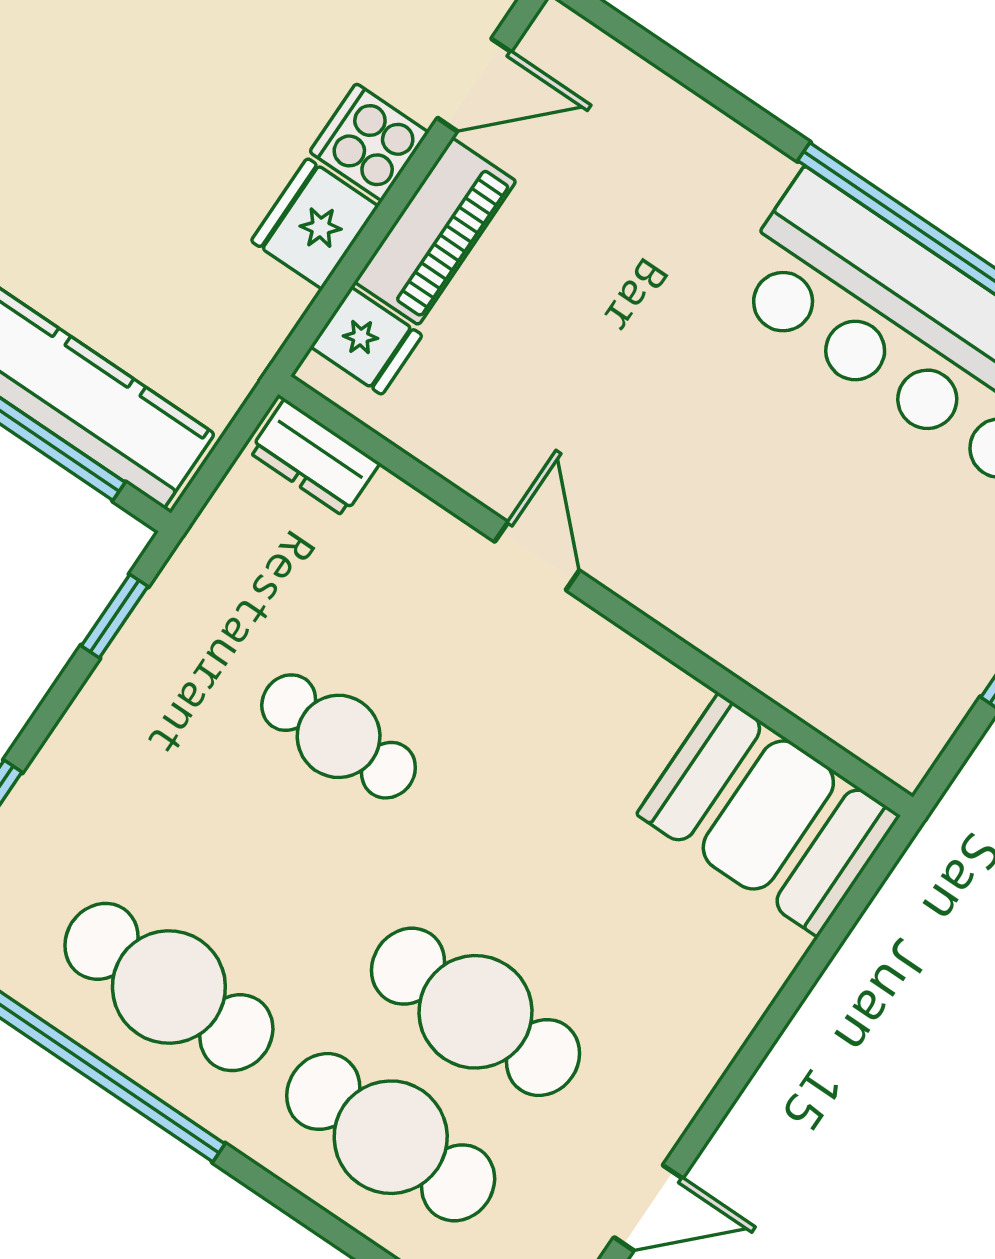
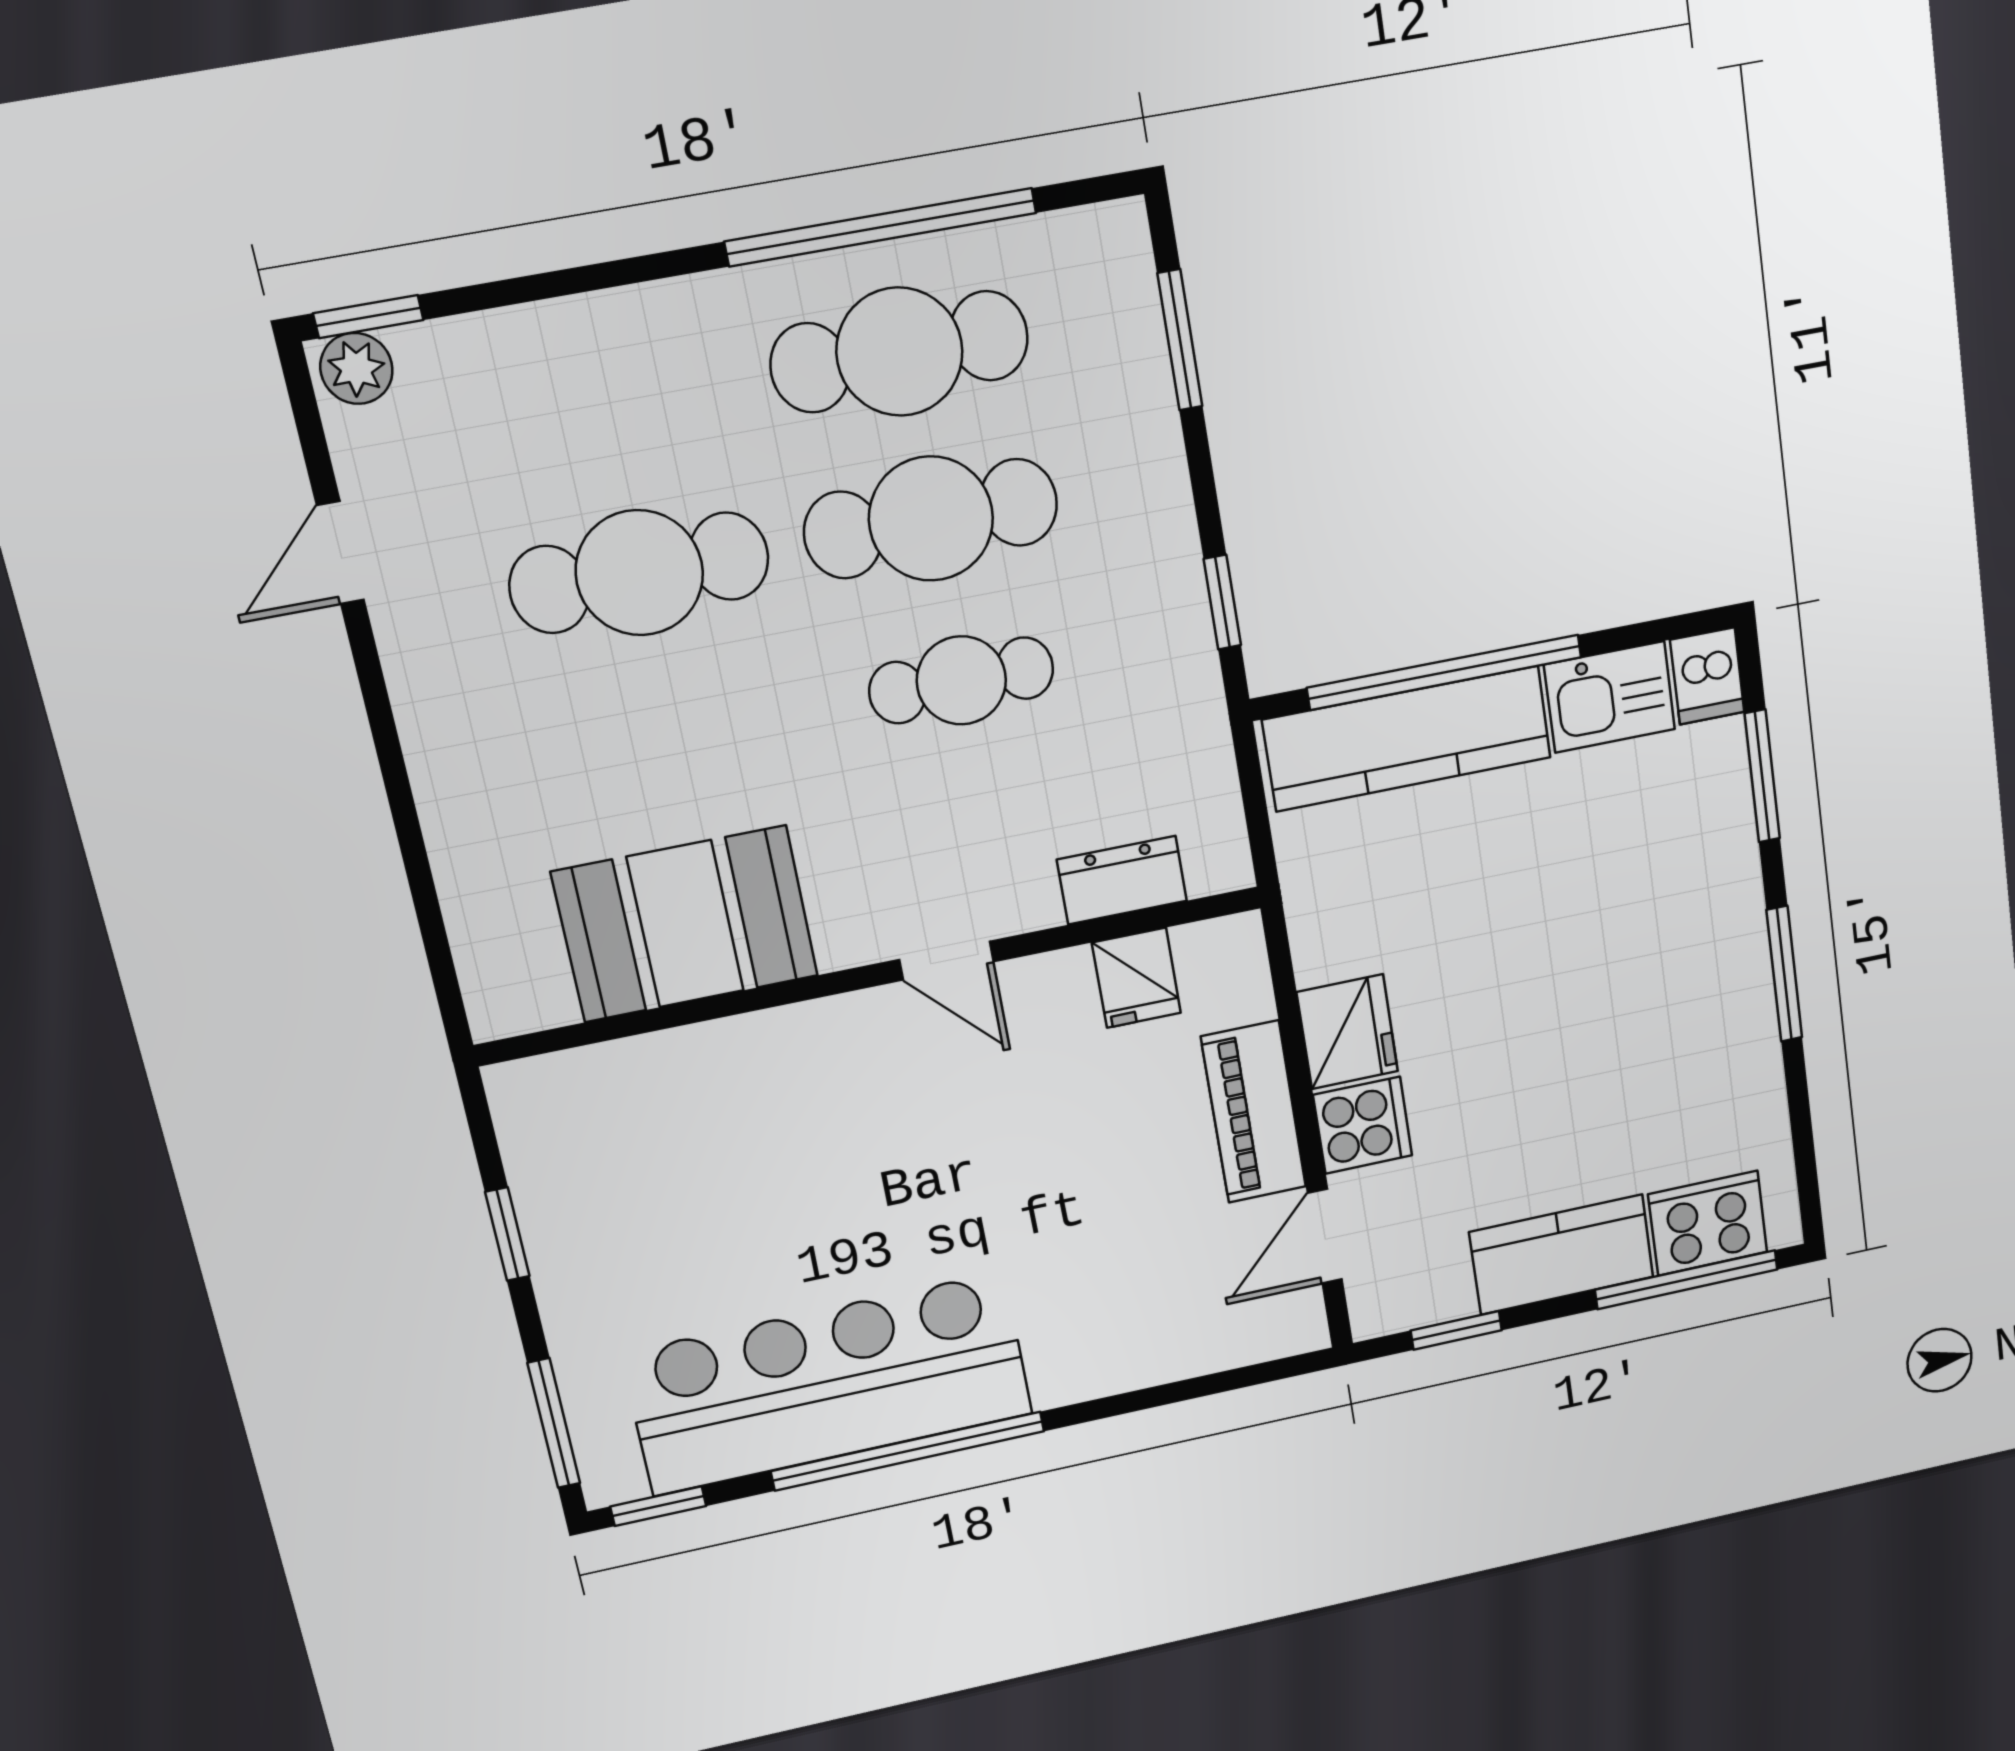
fridge: (366, 341) -> (1136, 978), moved, turned -90
dresser: (314, 458) -> (1122, 880), moved
booth: (768, 815) -> (685, 924), moved
cafe table: (391, 1137) -> (931, 519), moved

